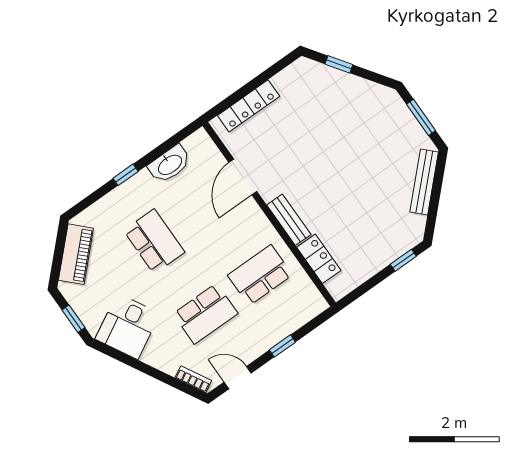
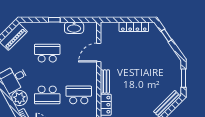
locker: (249, 106) -> (134, 27), moved
school desk: (154, 241) -> (47, 53), turned -90
plant: (161, 353) -> (19, 98), added

